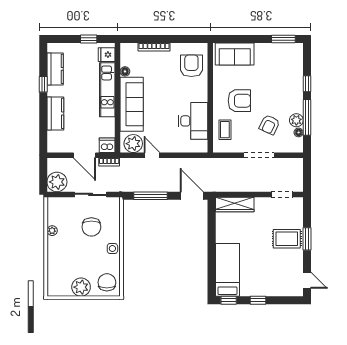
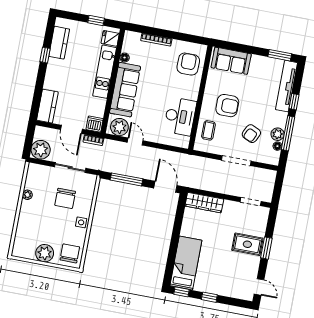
tv unit: (296, 69) -> (287, 86), added
kitchen counter: (55, 113) -> (47, 106), moved

